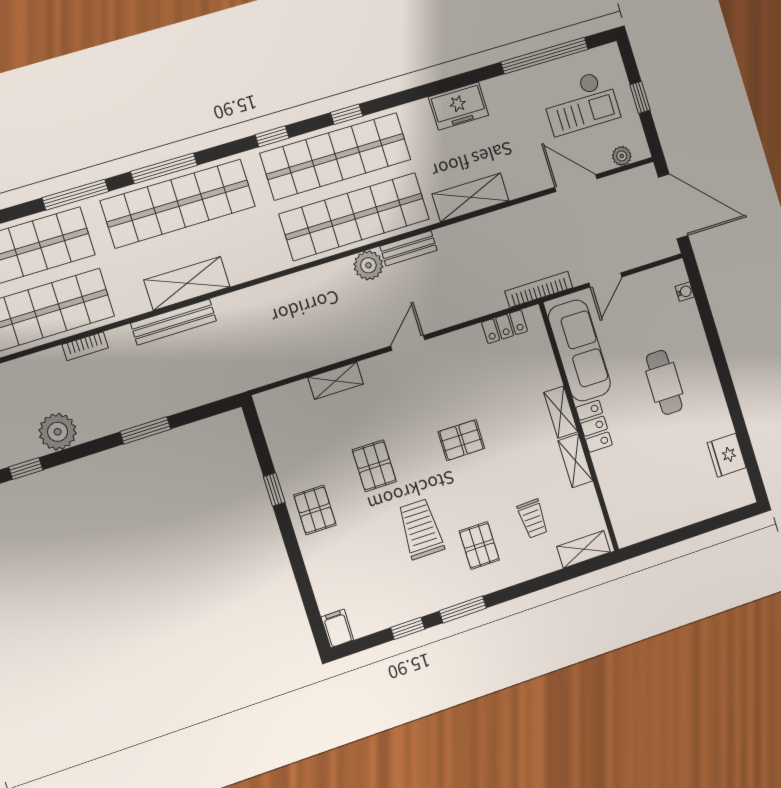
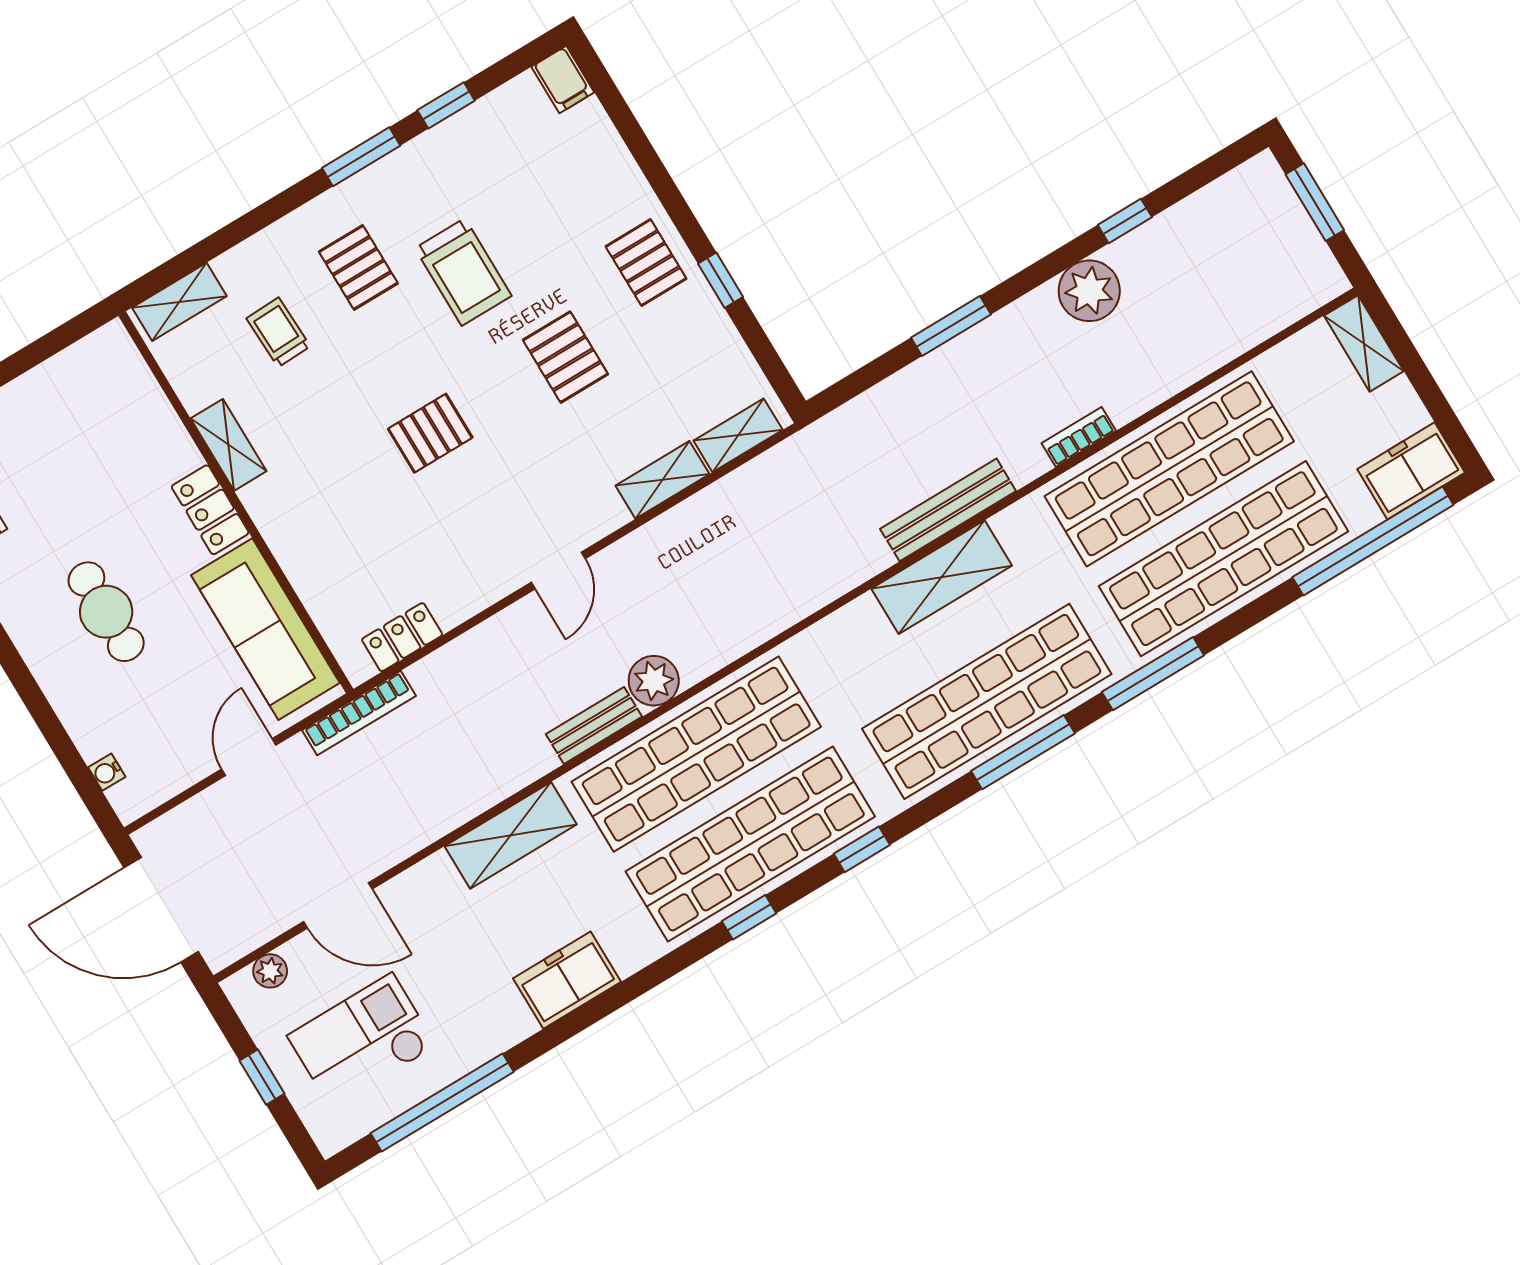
shelving: (561, 412) -> (738, 435), moved, turned 90

